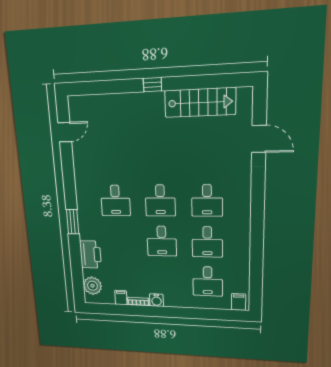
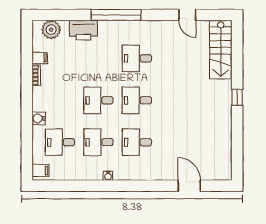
stairs: (200, 102) -> (221, 50), moved
door: (65, 132) -> (187, 15), moved
door: (259, 139) -> (189, 186), swing flipped
window: (73, 222) -> (116, 15), width x2.11
water cooler: (245, 232) -> (108, 176), added
water cooler: (156, 300) -> (39, 118), moved

